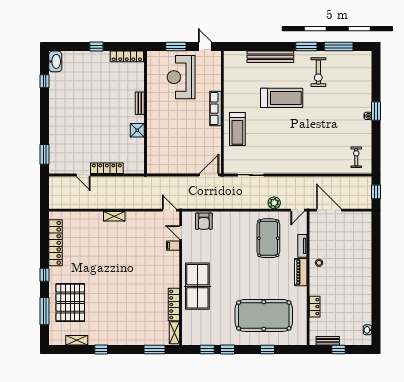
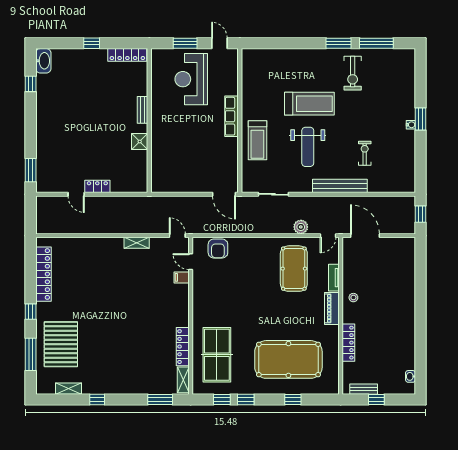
bench: (270, 57) -> (340, 186), moved
weight bench: (280, 135) -> (308, 147), added
exercise bike: (356, 157) -> (365, 153), moved
locker: (107, 168) -> (97, 186), width x0.66
door: (209, 175) -> (224, 194), swing flipped
shelving: (114, 216) -> (137, 243), moved
table tennis table: (197, 286) -> (217, 355), moved
locker: (315, 307) -> (348, 343), width x1.53

